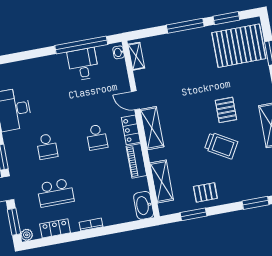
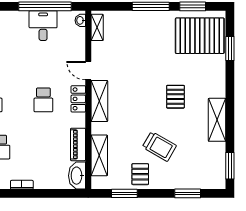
trolley: (221, 146) -> (159, 146), moved
piano: (136, 161) -> (78, 144), moved
pallet: (205, 192) -> (140, 174), turned 90

